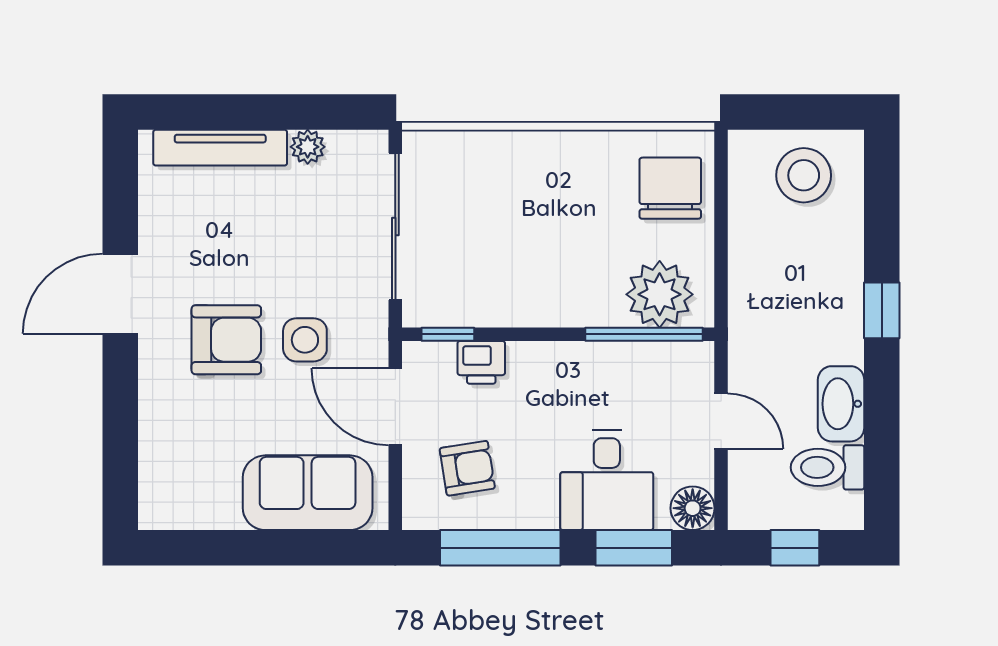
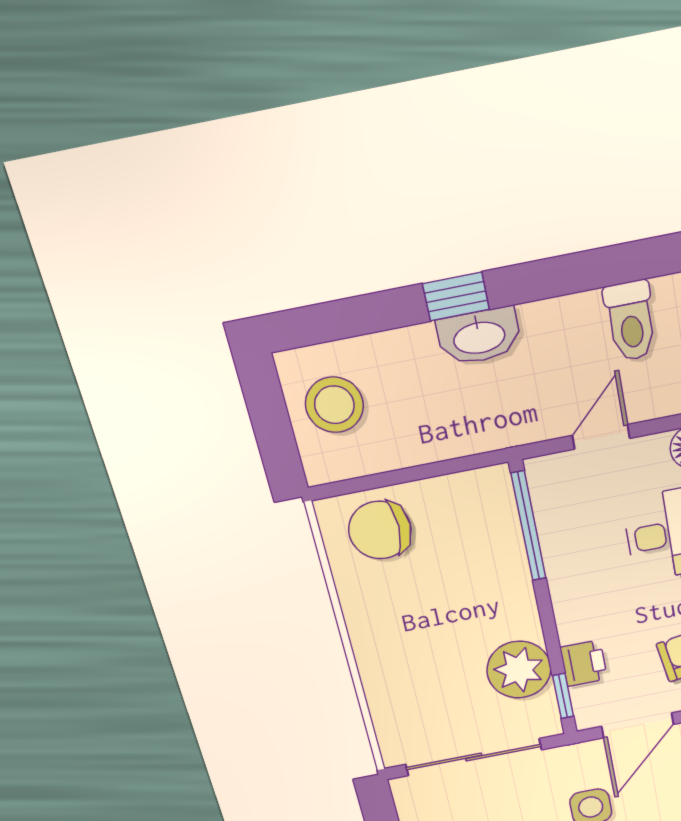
plant: (660, 294) -> (519, 670), moved
washbasin: (841, 404) -> (479, 336), moved

